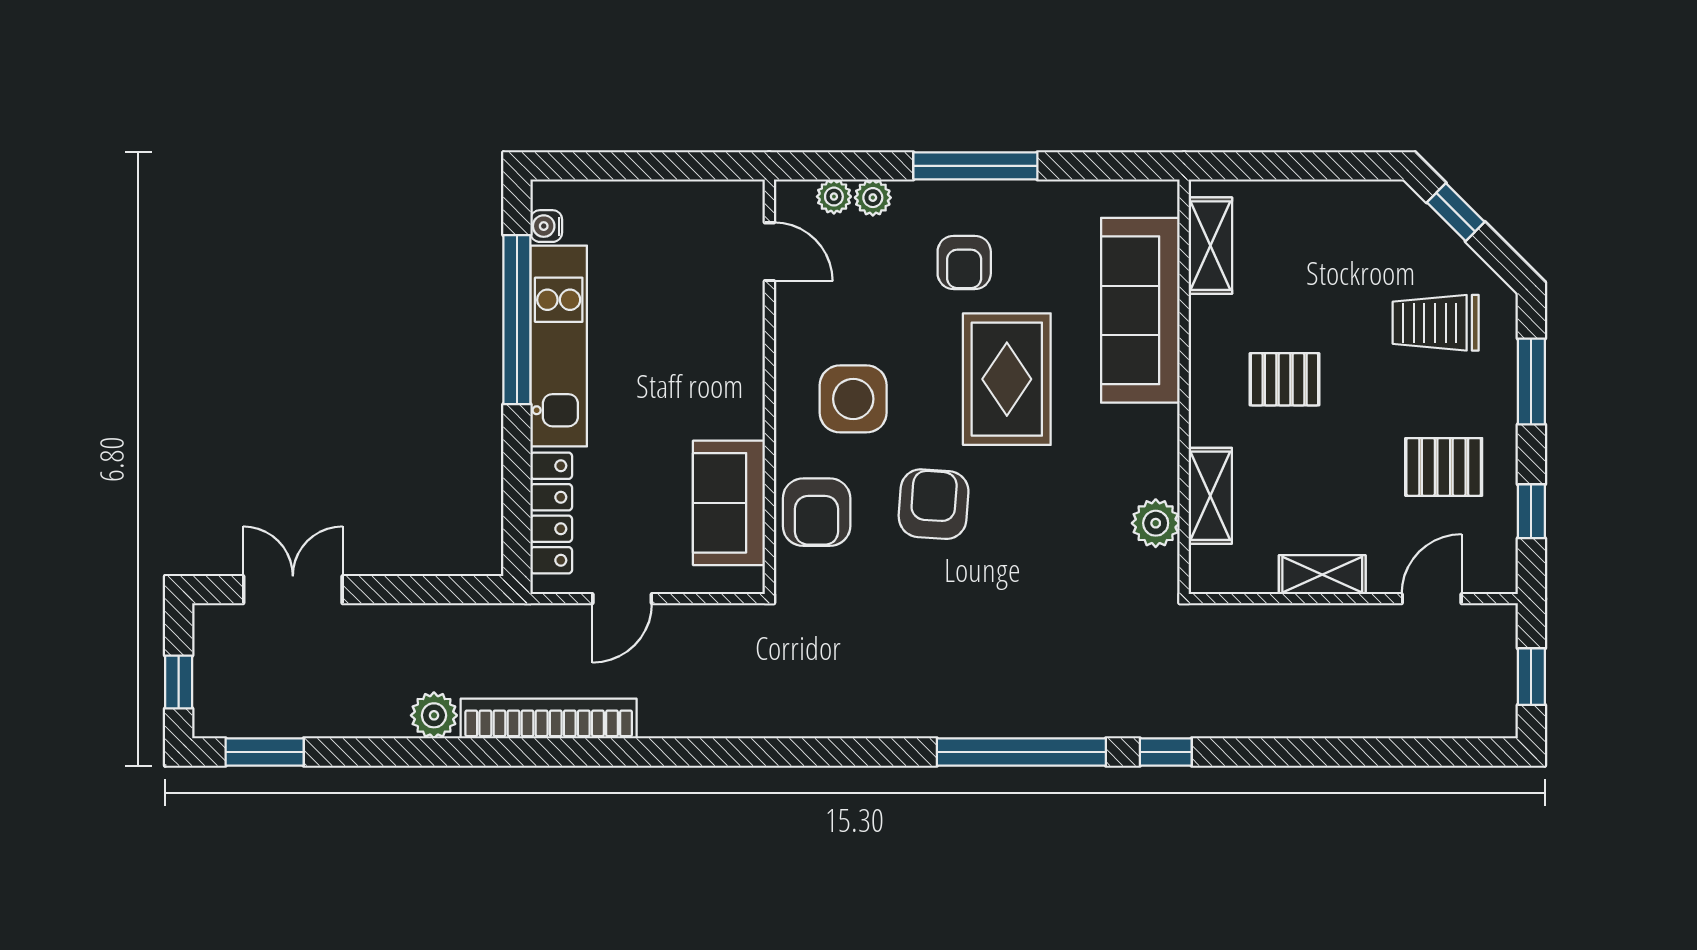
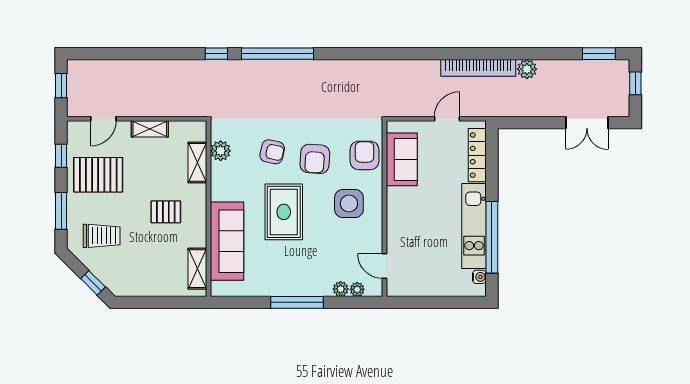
armchair: (964, 262) -> (272, 152), moved, turned 102
pallet: (1444, 467) -> (98, 175), width x1.50, depth x1.42

